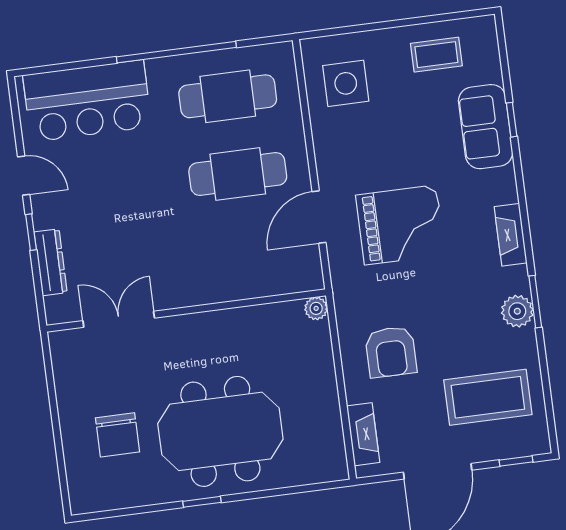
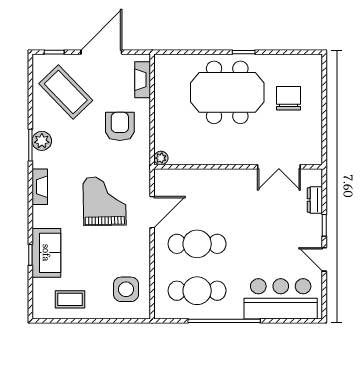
grand piano: (400, 225) -> (104, 201), turned 89
dresser: (51, 262) -> (315, 200), width x0.70
coffee table: (488, 397) -> (66, 92), turned 46

